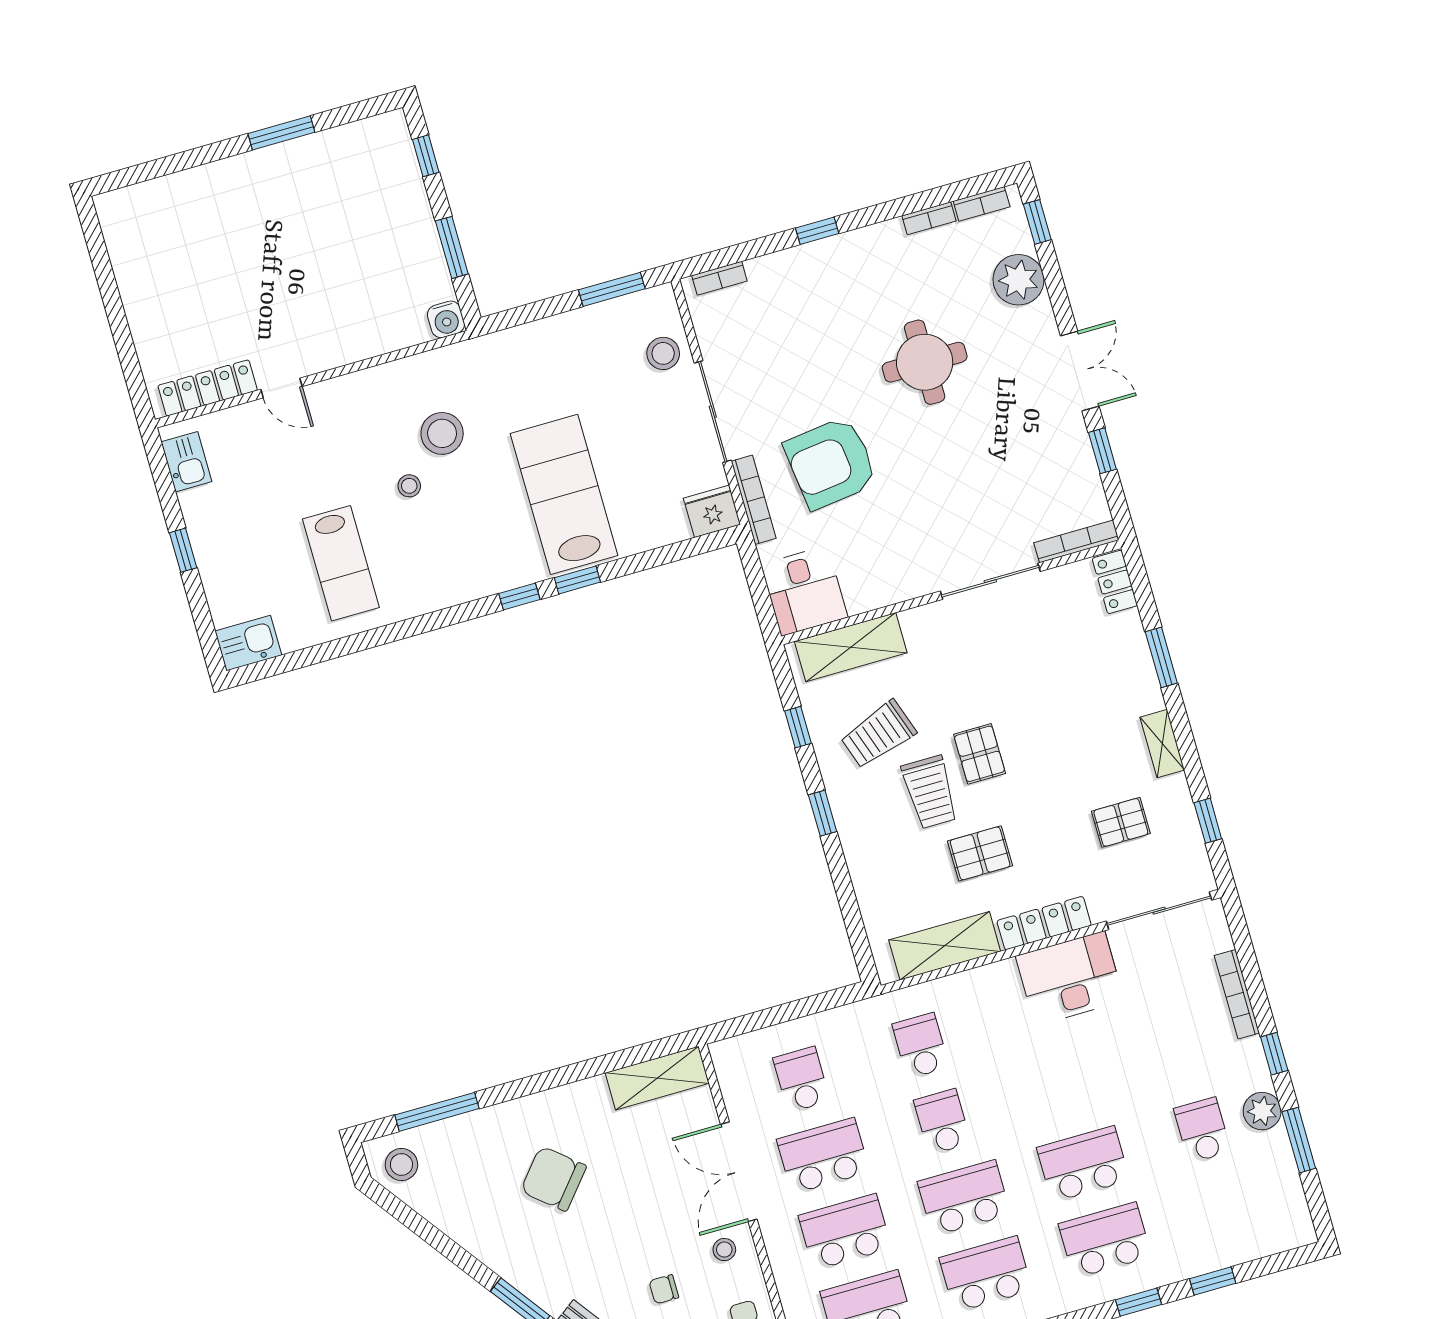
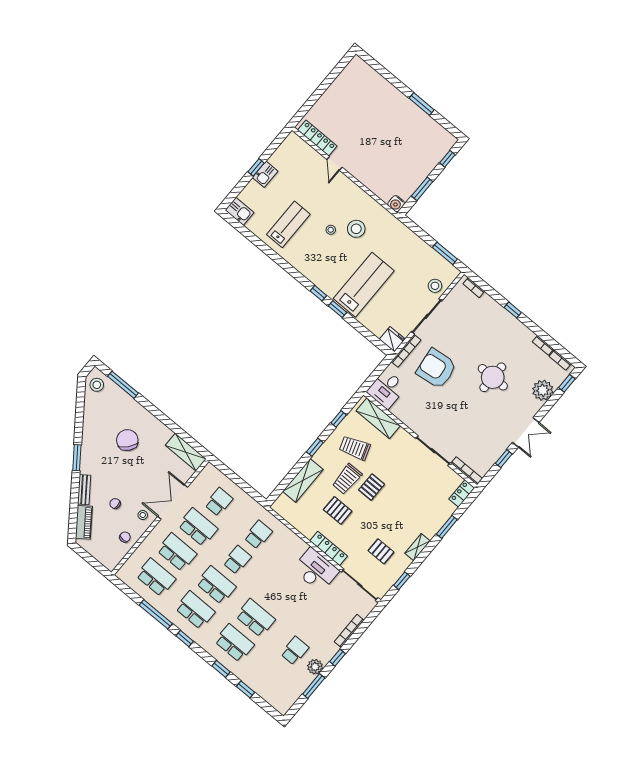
kitchen sink: (186, 462) -> (265, 174), moved
lab bench: (341, 563) -> (288, 224), turned 180
shelving: (945, 946) -> (303, 480), moved, turned 90

